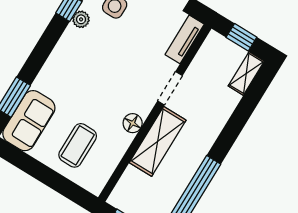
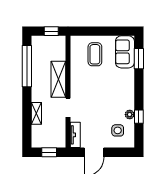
shelving: (246, 73) -> (36, 113), moved
floor lamp: (133, 123) -> (76, 81), removed

